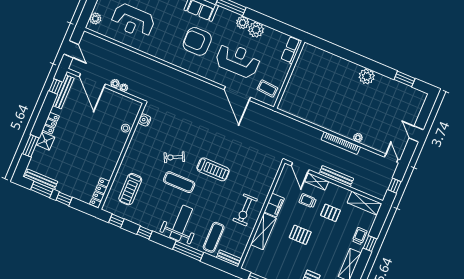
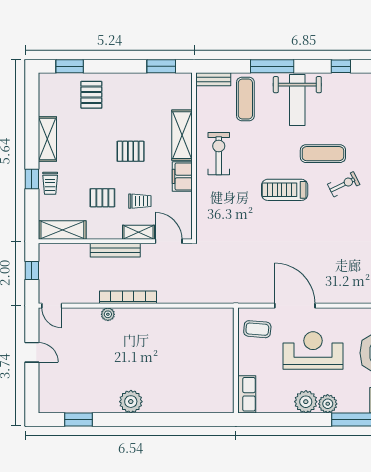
reception desk: (238, 60) -> (313, 350), turned 180

